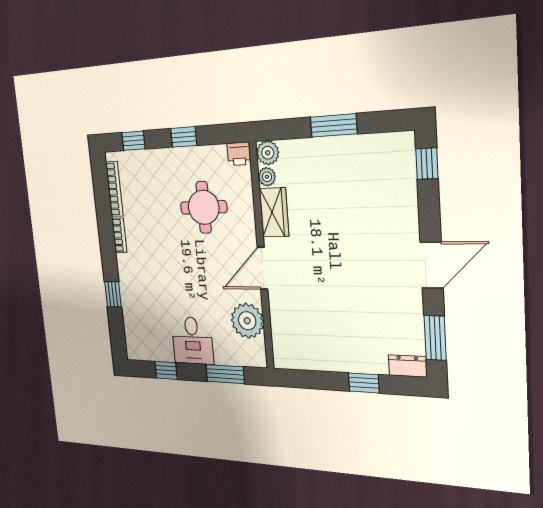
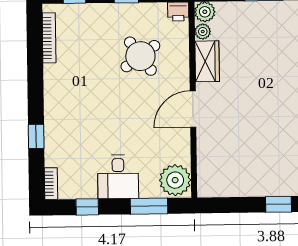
round table: (204, 207) -> (140, 56), turned -36
bookcase: (119, 235) -> (51, 184), moved
plant: (247, 321) -> (175, 180), moved

